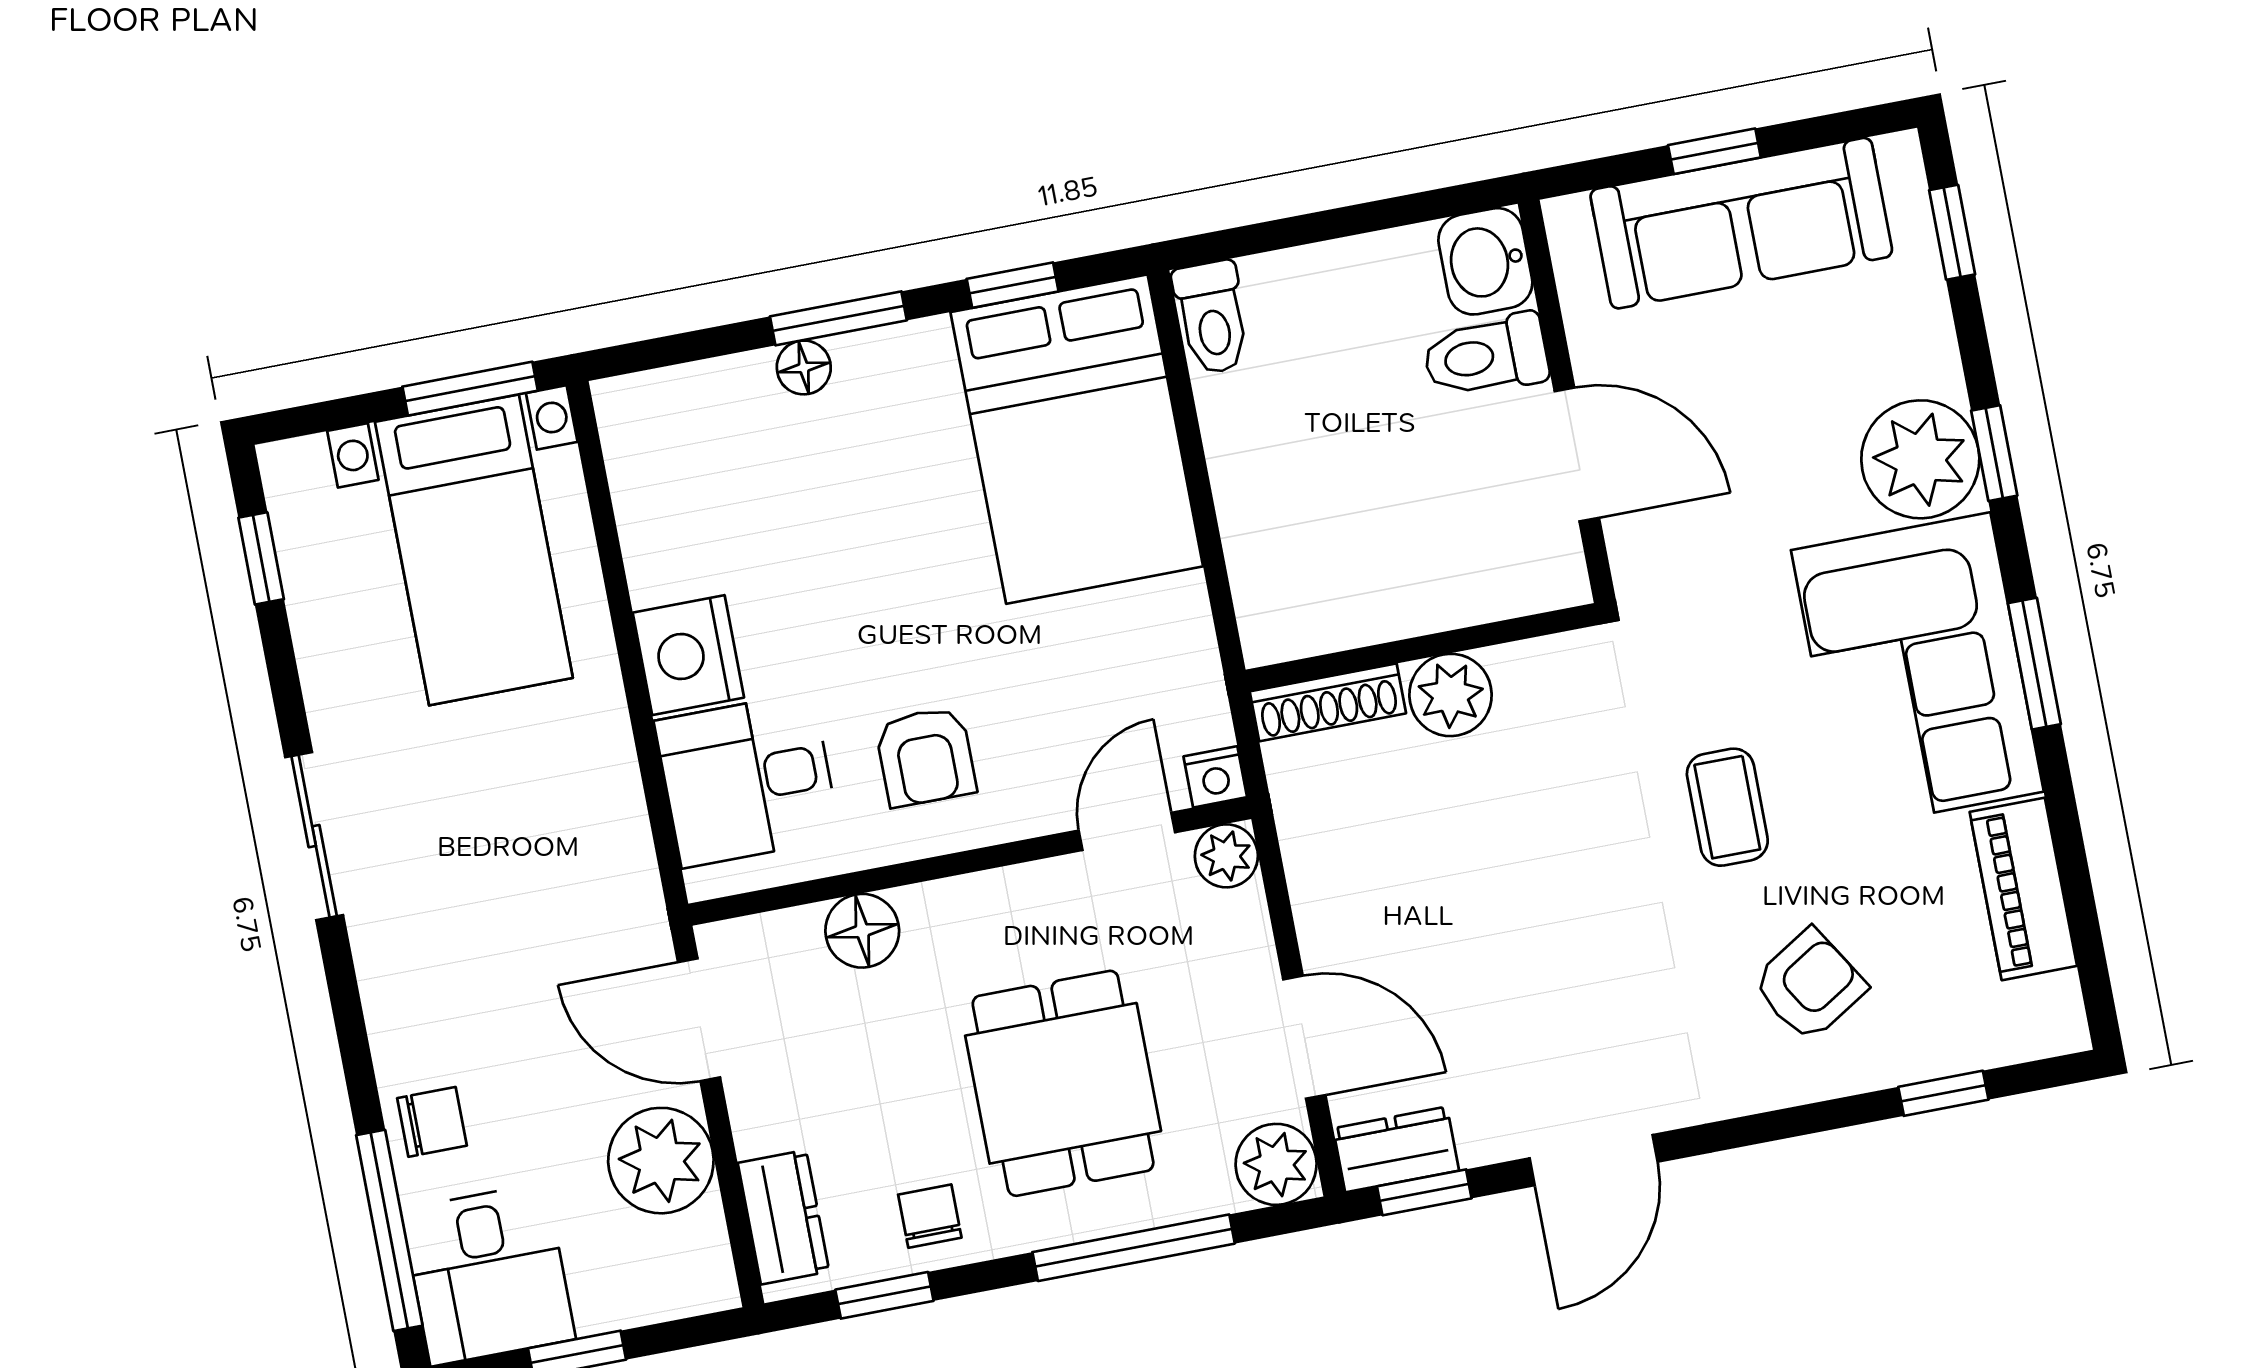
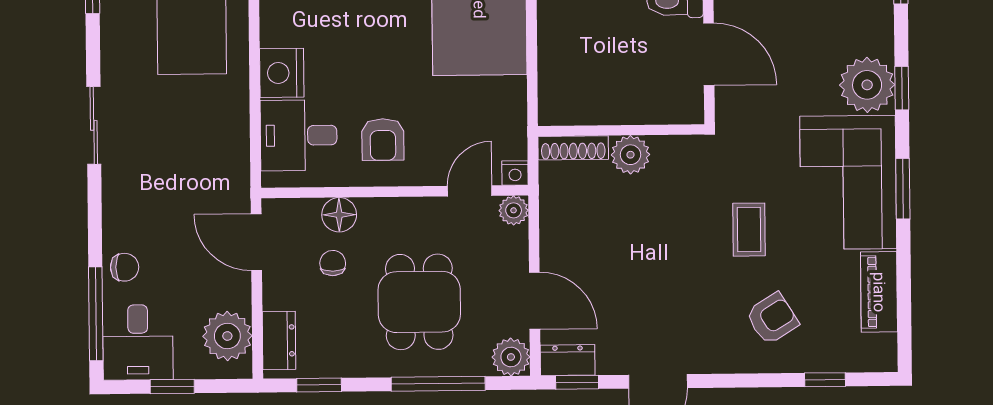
plant: (661, 1161) -> (227, 336), moved
chair: (930, 1216) -> (333, 263), moved

